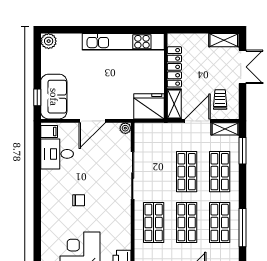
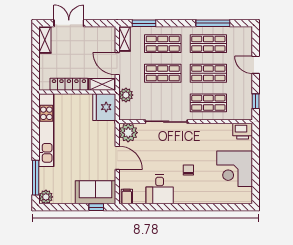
window: (70, 30) -> (36, 178), added
trolley: (220, 99) -> (98, 43), removed
plant: (125, 128) -> (128, 133), width x1.88, depth x1.88
plant: (162, 130) -> (126, 95), added
desk: (57, 154) -> (160, 189), moved

